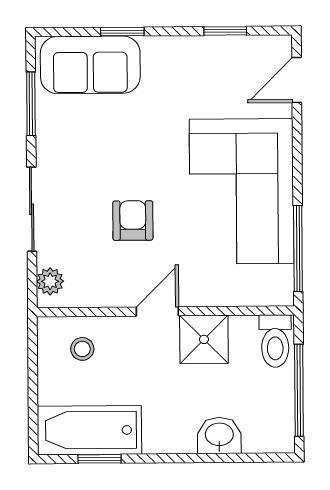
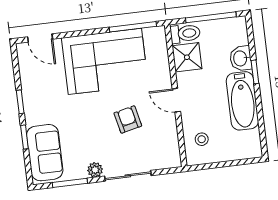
window: (225, 31) -> (20, 102), moved
armchair: (133, 221) -> (128, 119), turned 77
plant: (50, 281) -> (95, 170), moved
shower: (204, 339) -> (187, 57), moved
bathtub: (89, 430) -> (242, 101), moved
window: (100, 459) -> (255, 72), moved

